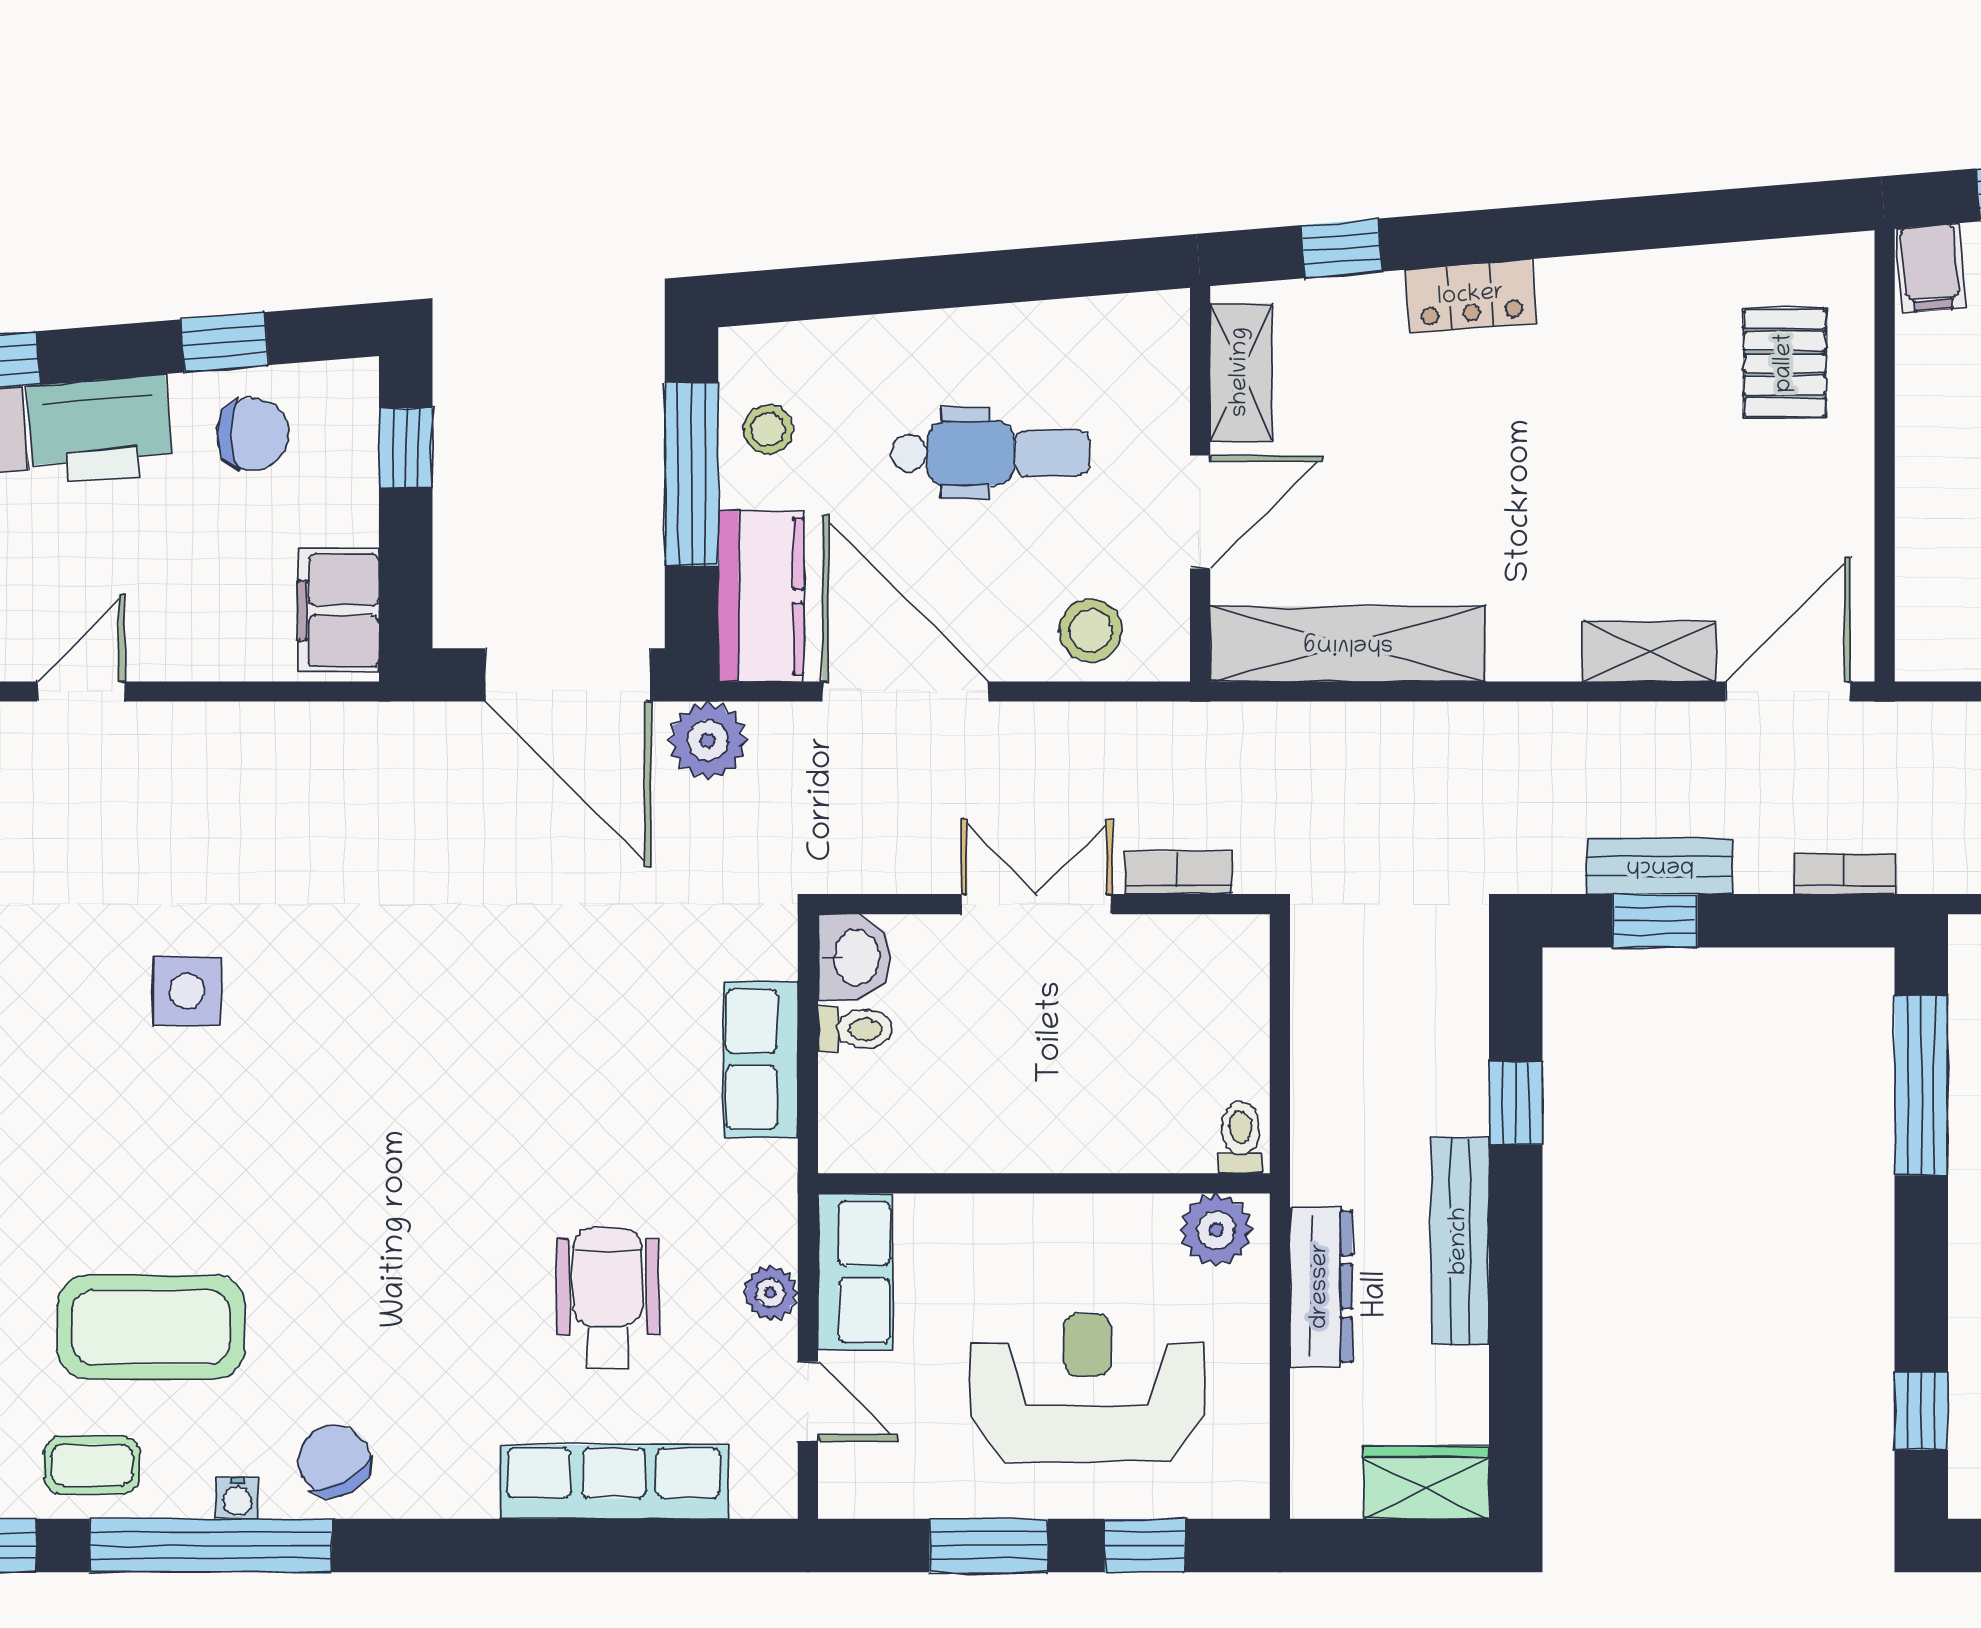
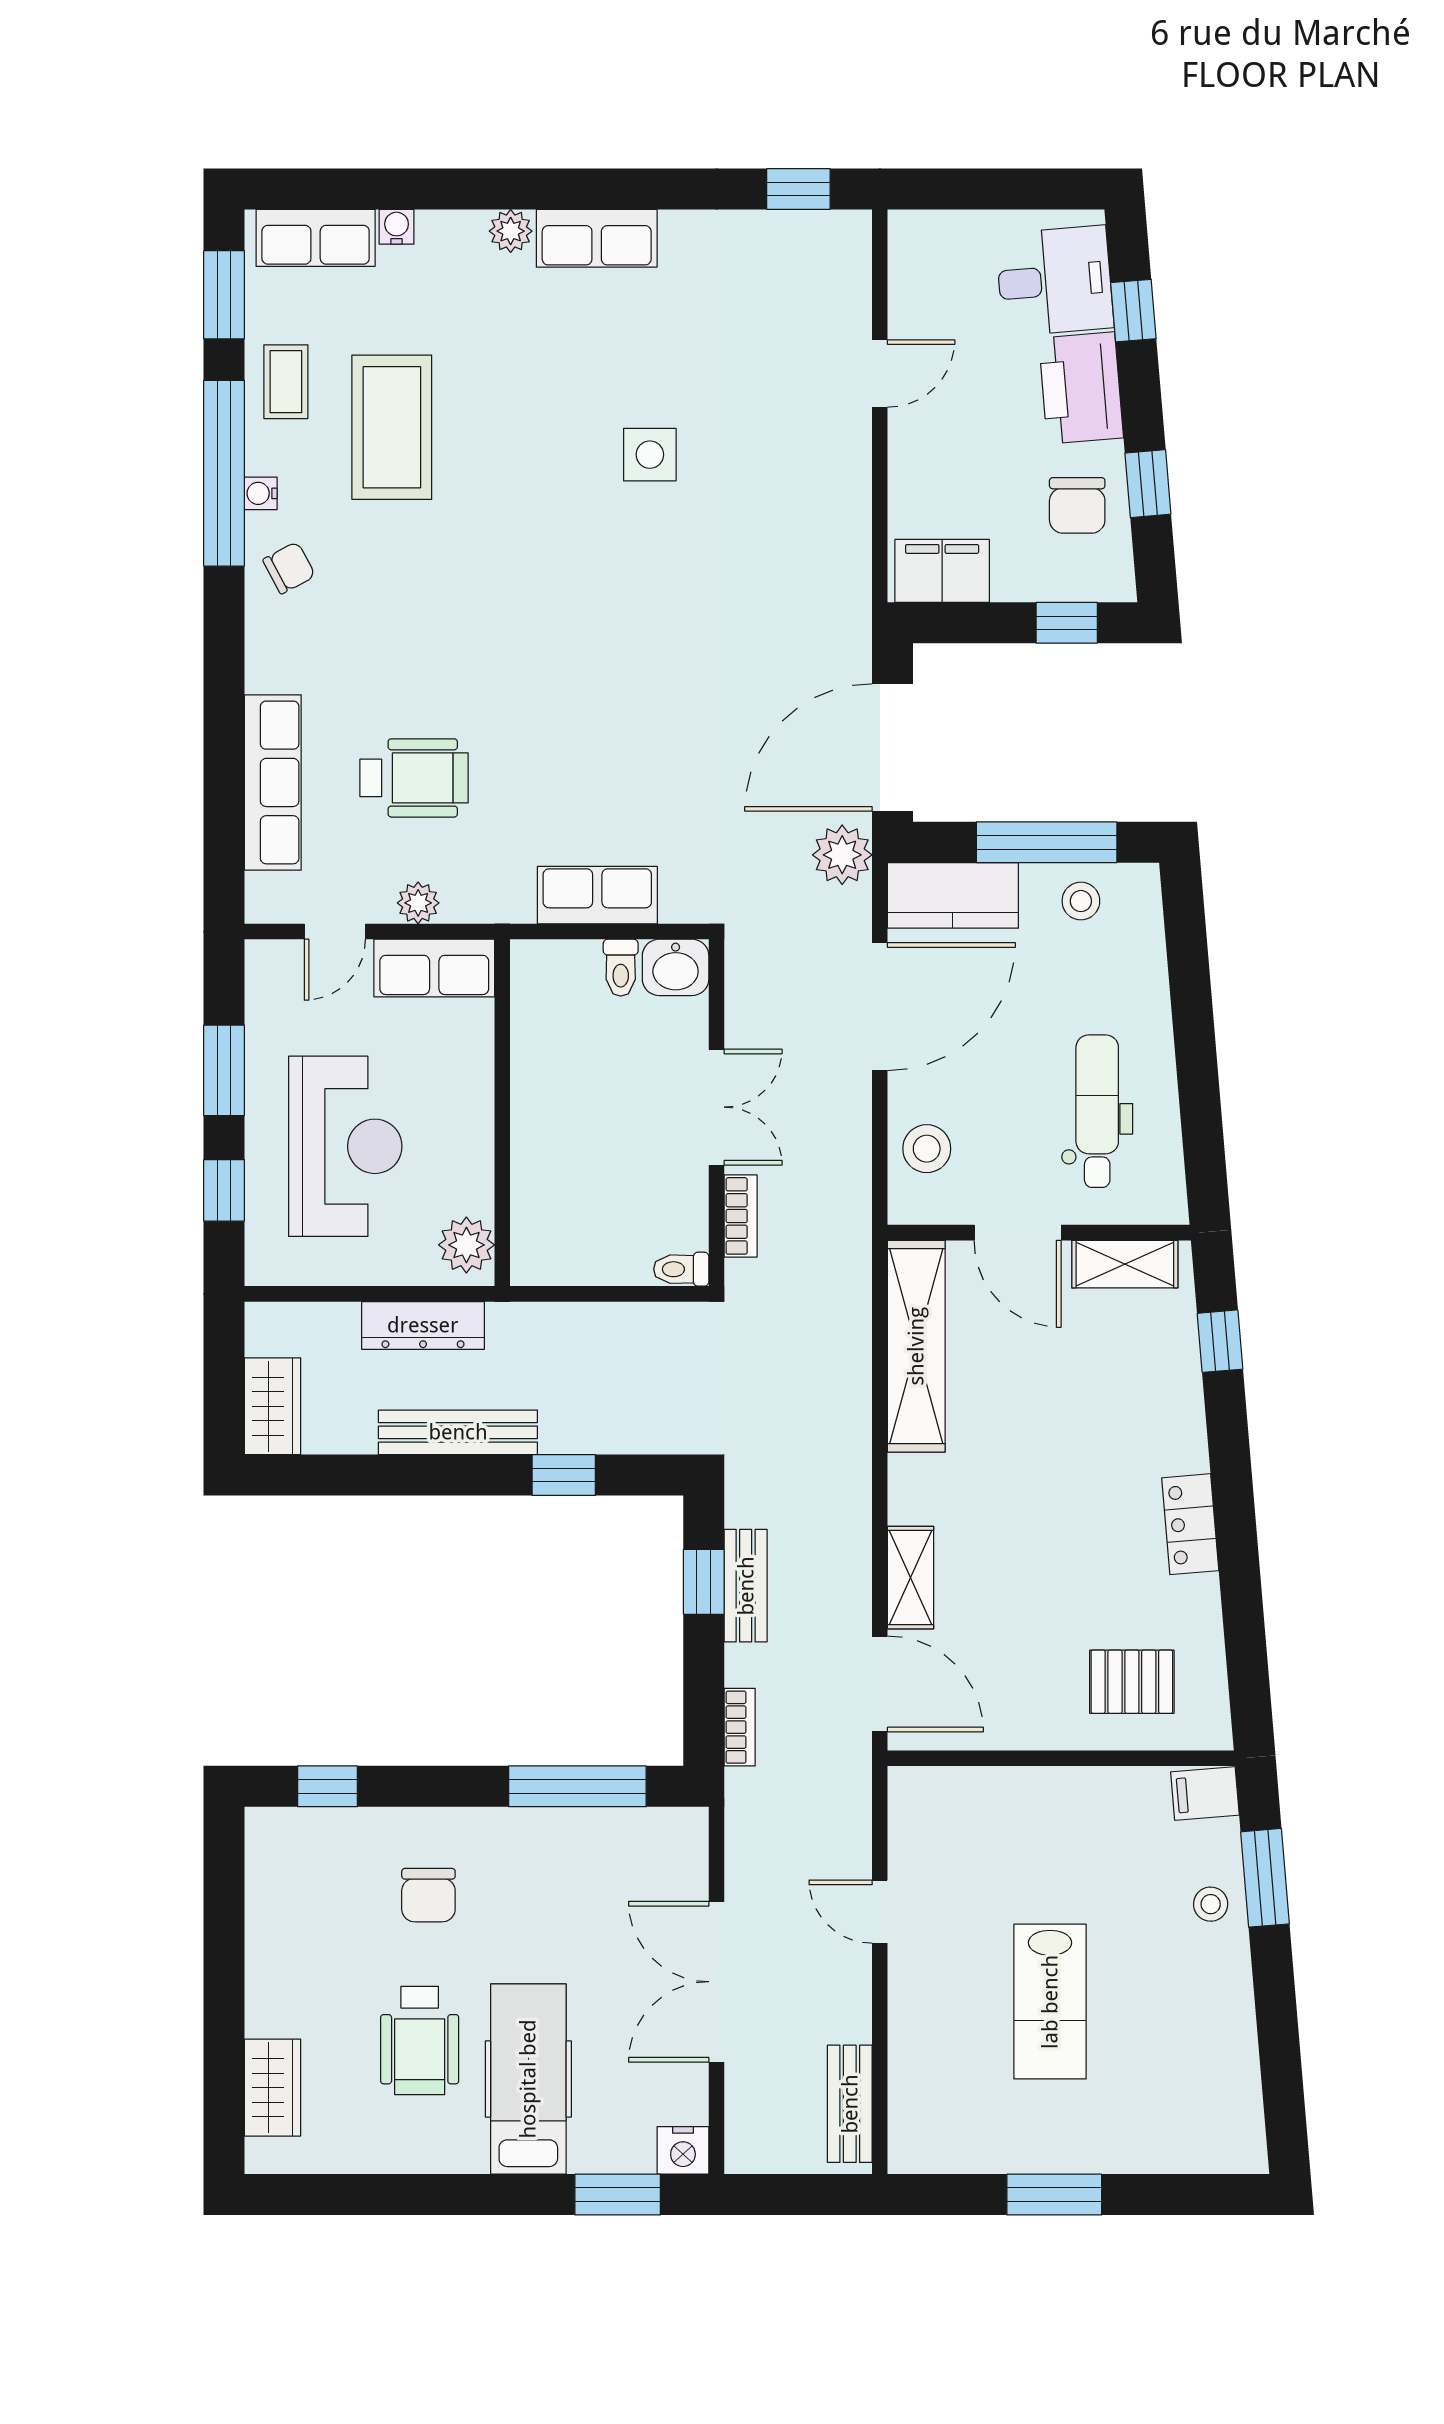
locker: (1471, 296) -> (1190, 1524), moved
dental chair: (990, 453) -> (1097, 1111), moved, turned 180
door: (81, 691) -> (880, 374), hinge flipped
toilet: (1240, 1137) -> (681, 1269), moved, turned 180
chair: (334, 1461) -> (289, 568), width x0.73, depth x0.73

